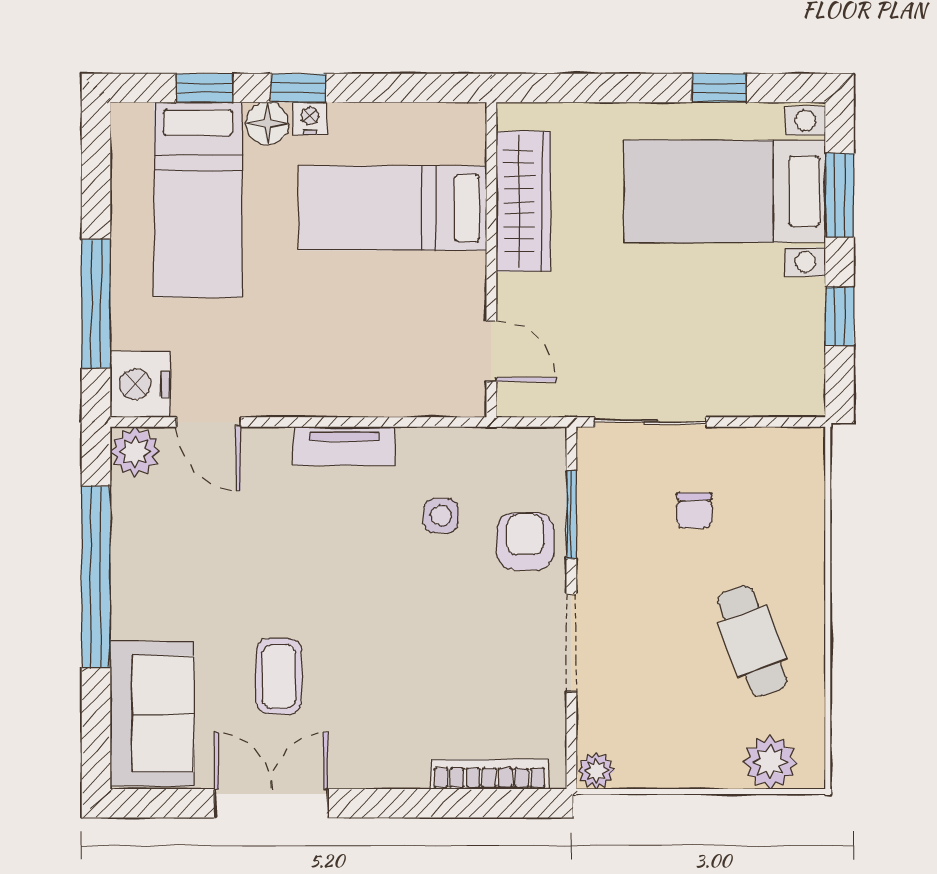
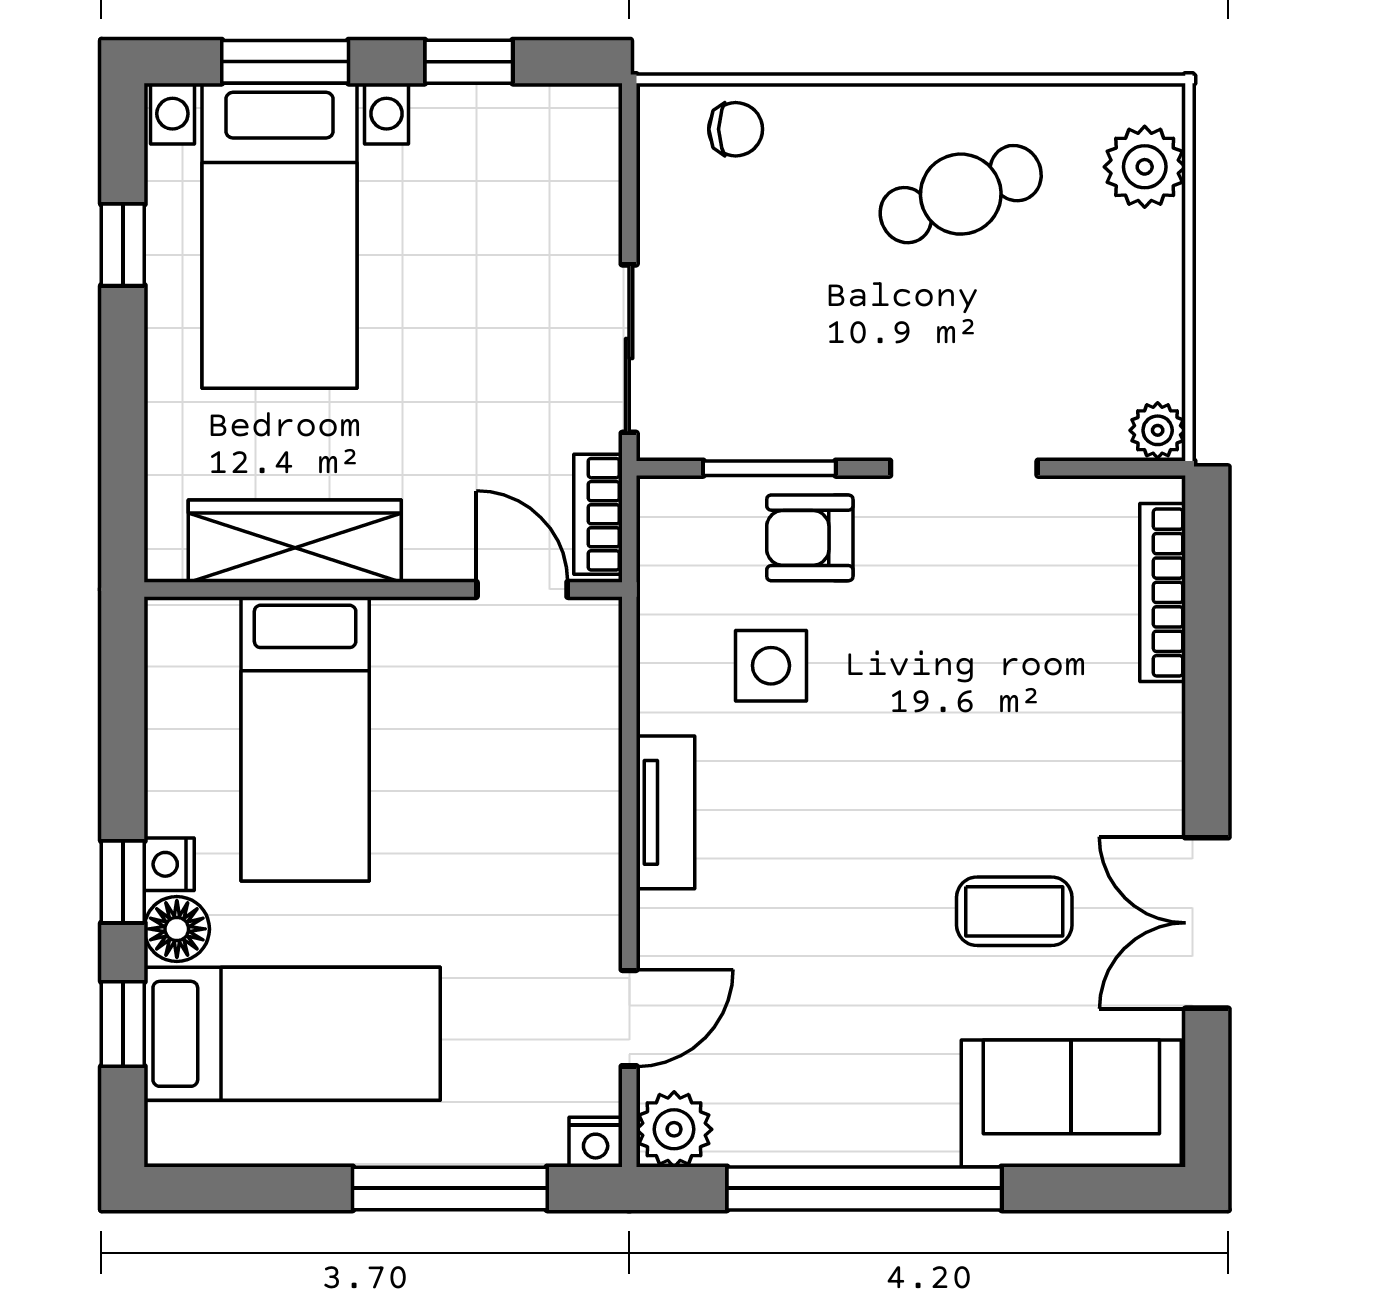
door: (491, 351) -> (522, 589), hinge flipped
nightstand: (140, 384) -> (596, 1142), width x0.53, depth x0.56
bookcase: (541, 401) -> (598, 514), added
chair: (694, 511) -> (736, 129), moved
side table: (441, 516) -> (771, 666), width x1.37, depth x1.37

